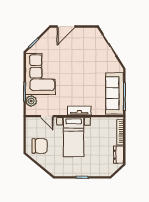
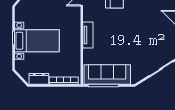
bed with nightstands: (74, 137) -> (37, 41), moved, turned 180

